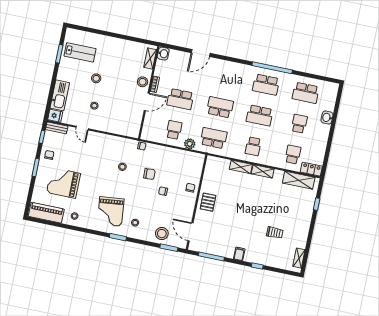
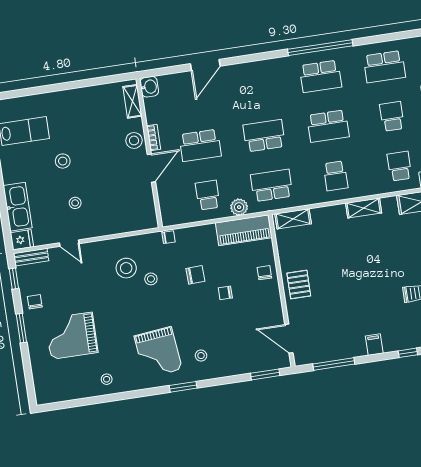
shelving: (241, 167) -> (293, 219), moved
piano: (46, 213) -> (244, 230), moved, turned 180
stool: (162, 234) -> (126, 268), moved

